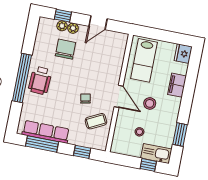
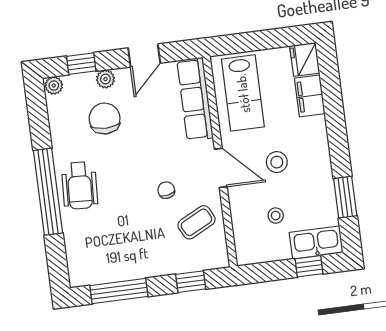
plant: (62, 26) -> (54, 85), moved
filing cabinet: (177, 85) -> (310, 96), moved
row of seats: (46, 132) -> (195, 99), moved, turned -90

